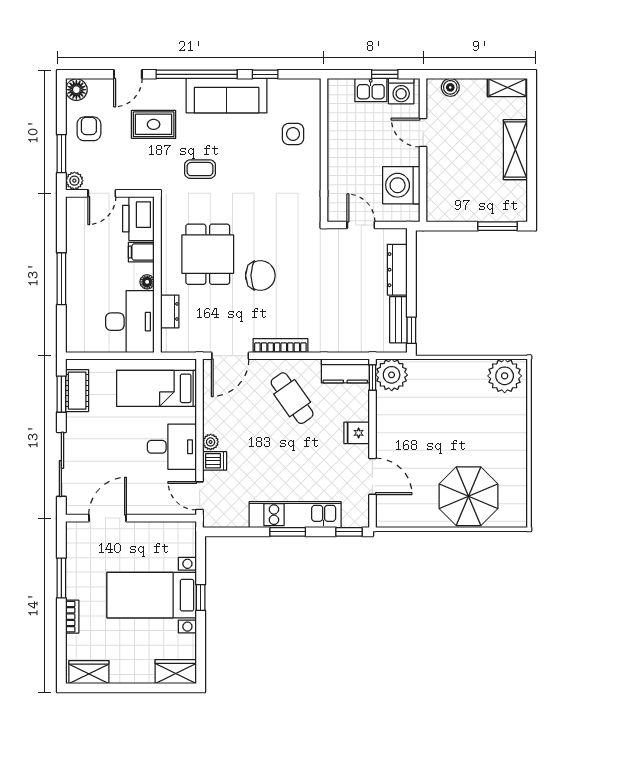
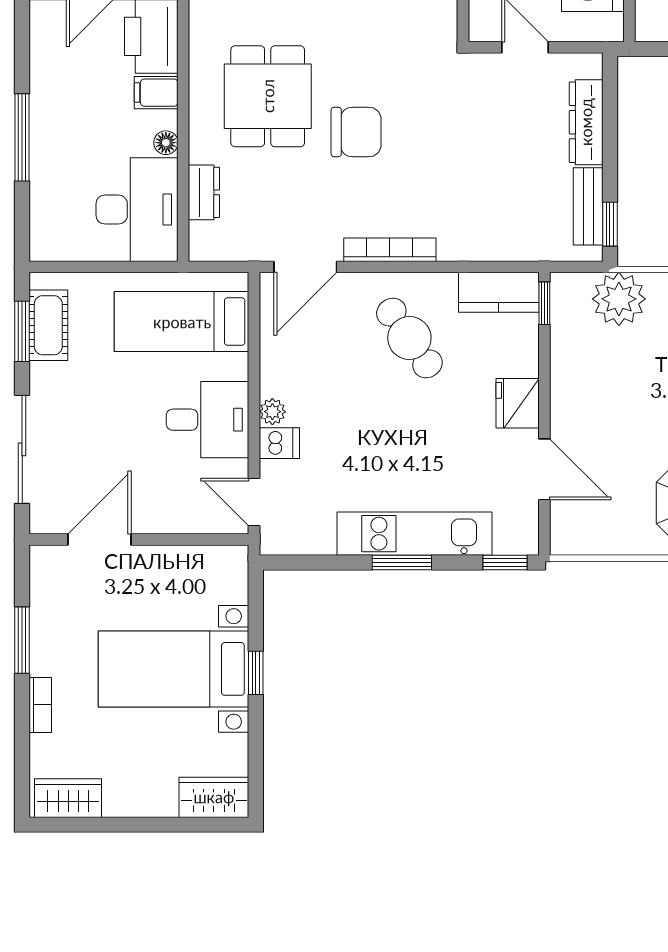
plant: (392, 375) -> (619, 299), moved
fridge: (357, 433) -> (518, 403), width x1.38

